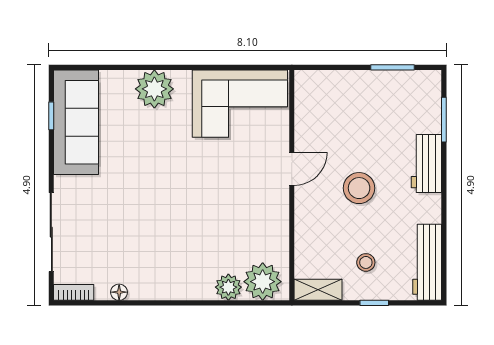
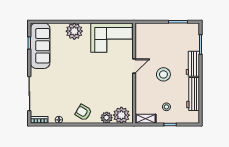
workbench: (427, 262) -> (193, 94), moved
armchair: (175, 275) -> (83, 112), added

